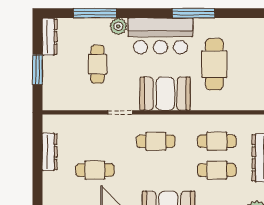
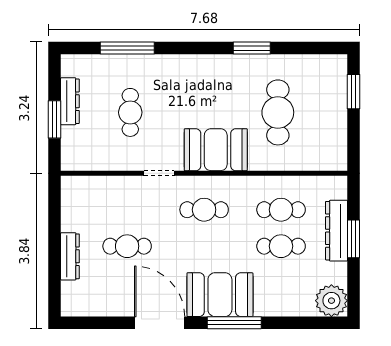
window: (194, 13) -> (252, 48), width x0.69
plant: (118, 26) -> (157, 65), removed
bar counter: (160, 36) -> (210, 77), removed
dresser: (50, 37) -> (70, 101), moved
dresser: (50, 152) -> (70, 256), moved

